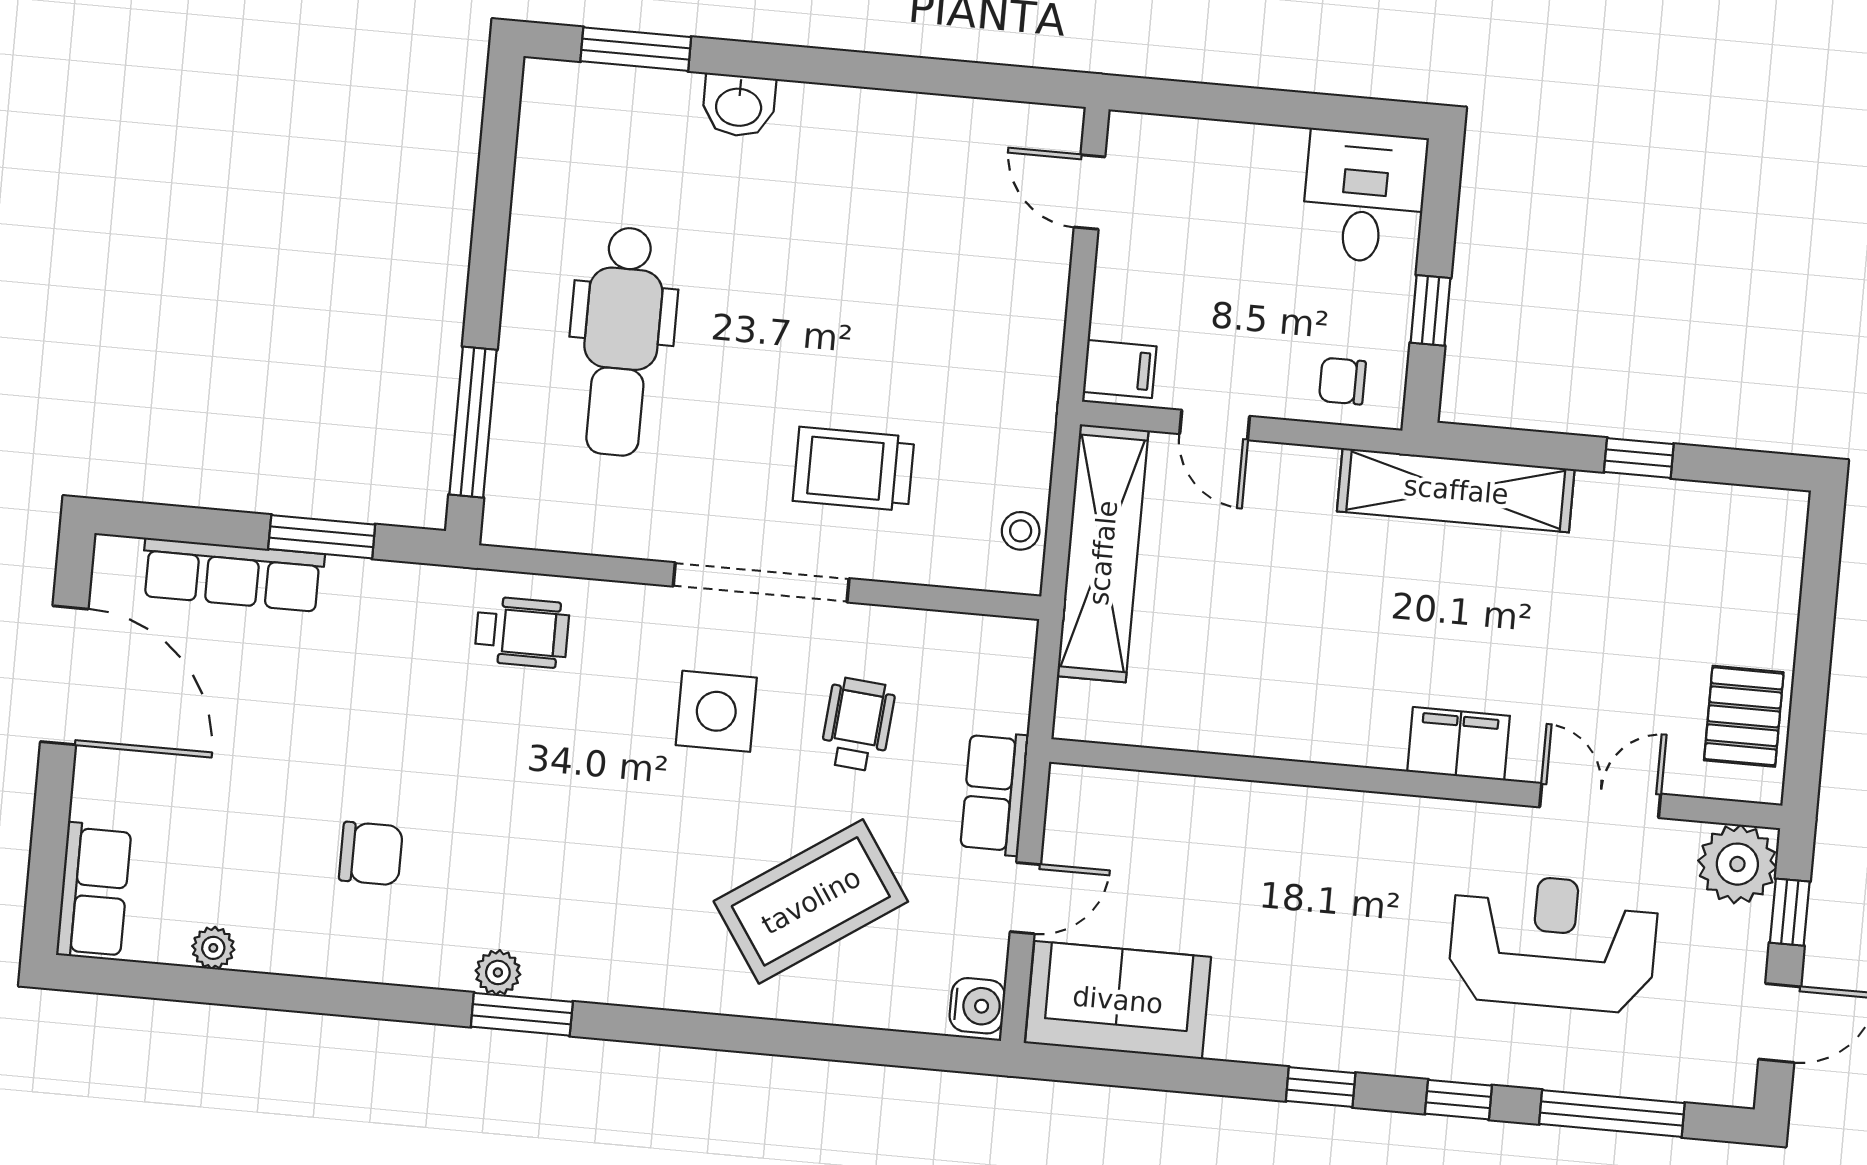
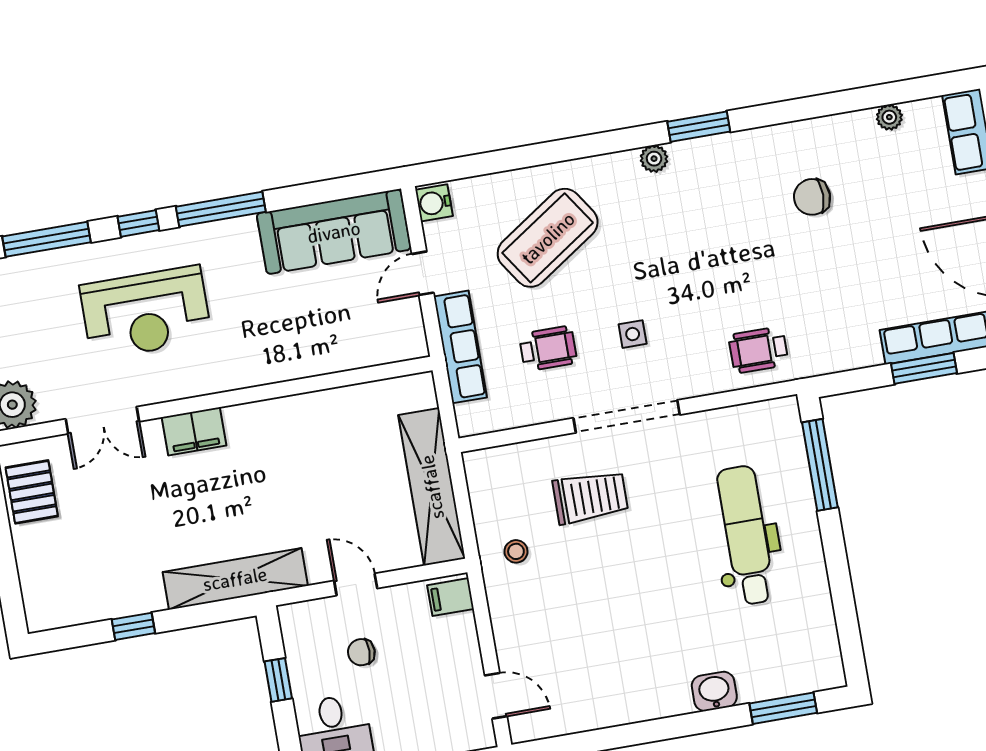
chair: (1342, 381) -> (361, 652), moved, turned 180
door: (1215, 425) -> (356, 584), moved
stool: (1021, 531) -> (516, 551), moved
window: (322, 537) -> (924, 368), moved
side table: (716, 711) -> (633, 334), width x0.54, depth x0.54
wheelchair: (858, 724) -> (548, 349), turned -95
row of seats: (994, 793) -> (460, 347), width x1.48
reception desk: (1553, 942) -> (146, 313), moved
plant: (498, 972) -> (654, 159), moved
sofa: (1118, 1000) -> (334, 232), width x1.36
window: (1321, 1087) -> (221, 209), width x2.17

